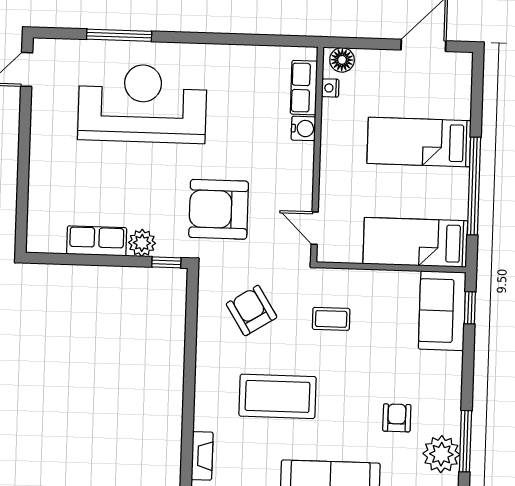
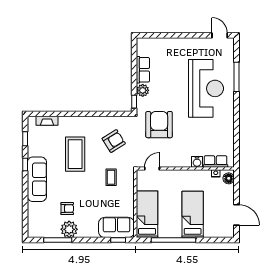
plant: (441, 454) -> (69, 229), moved

